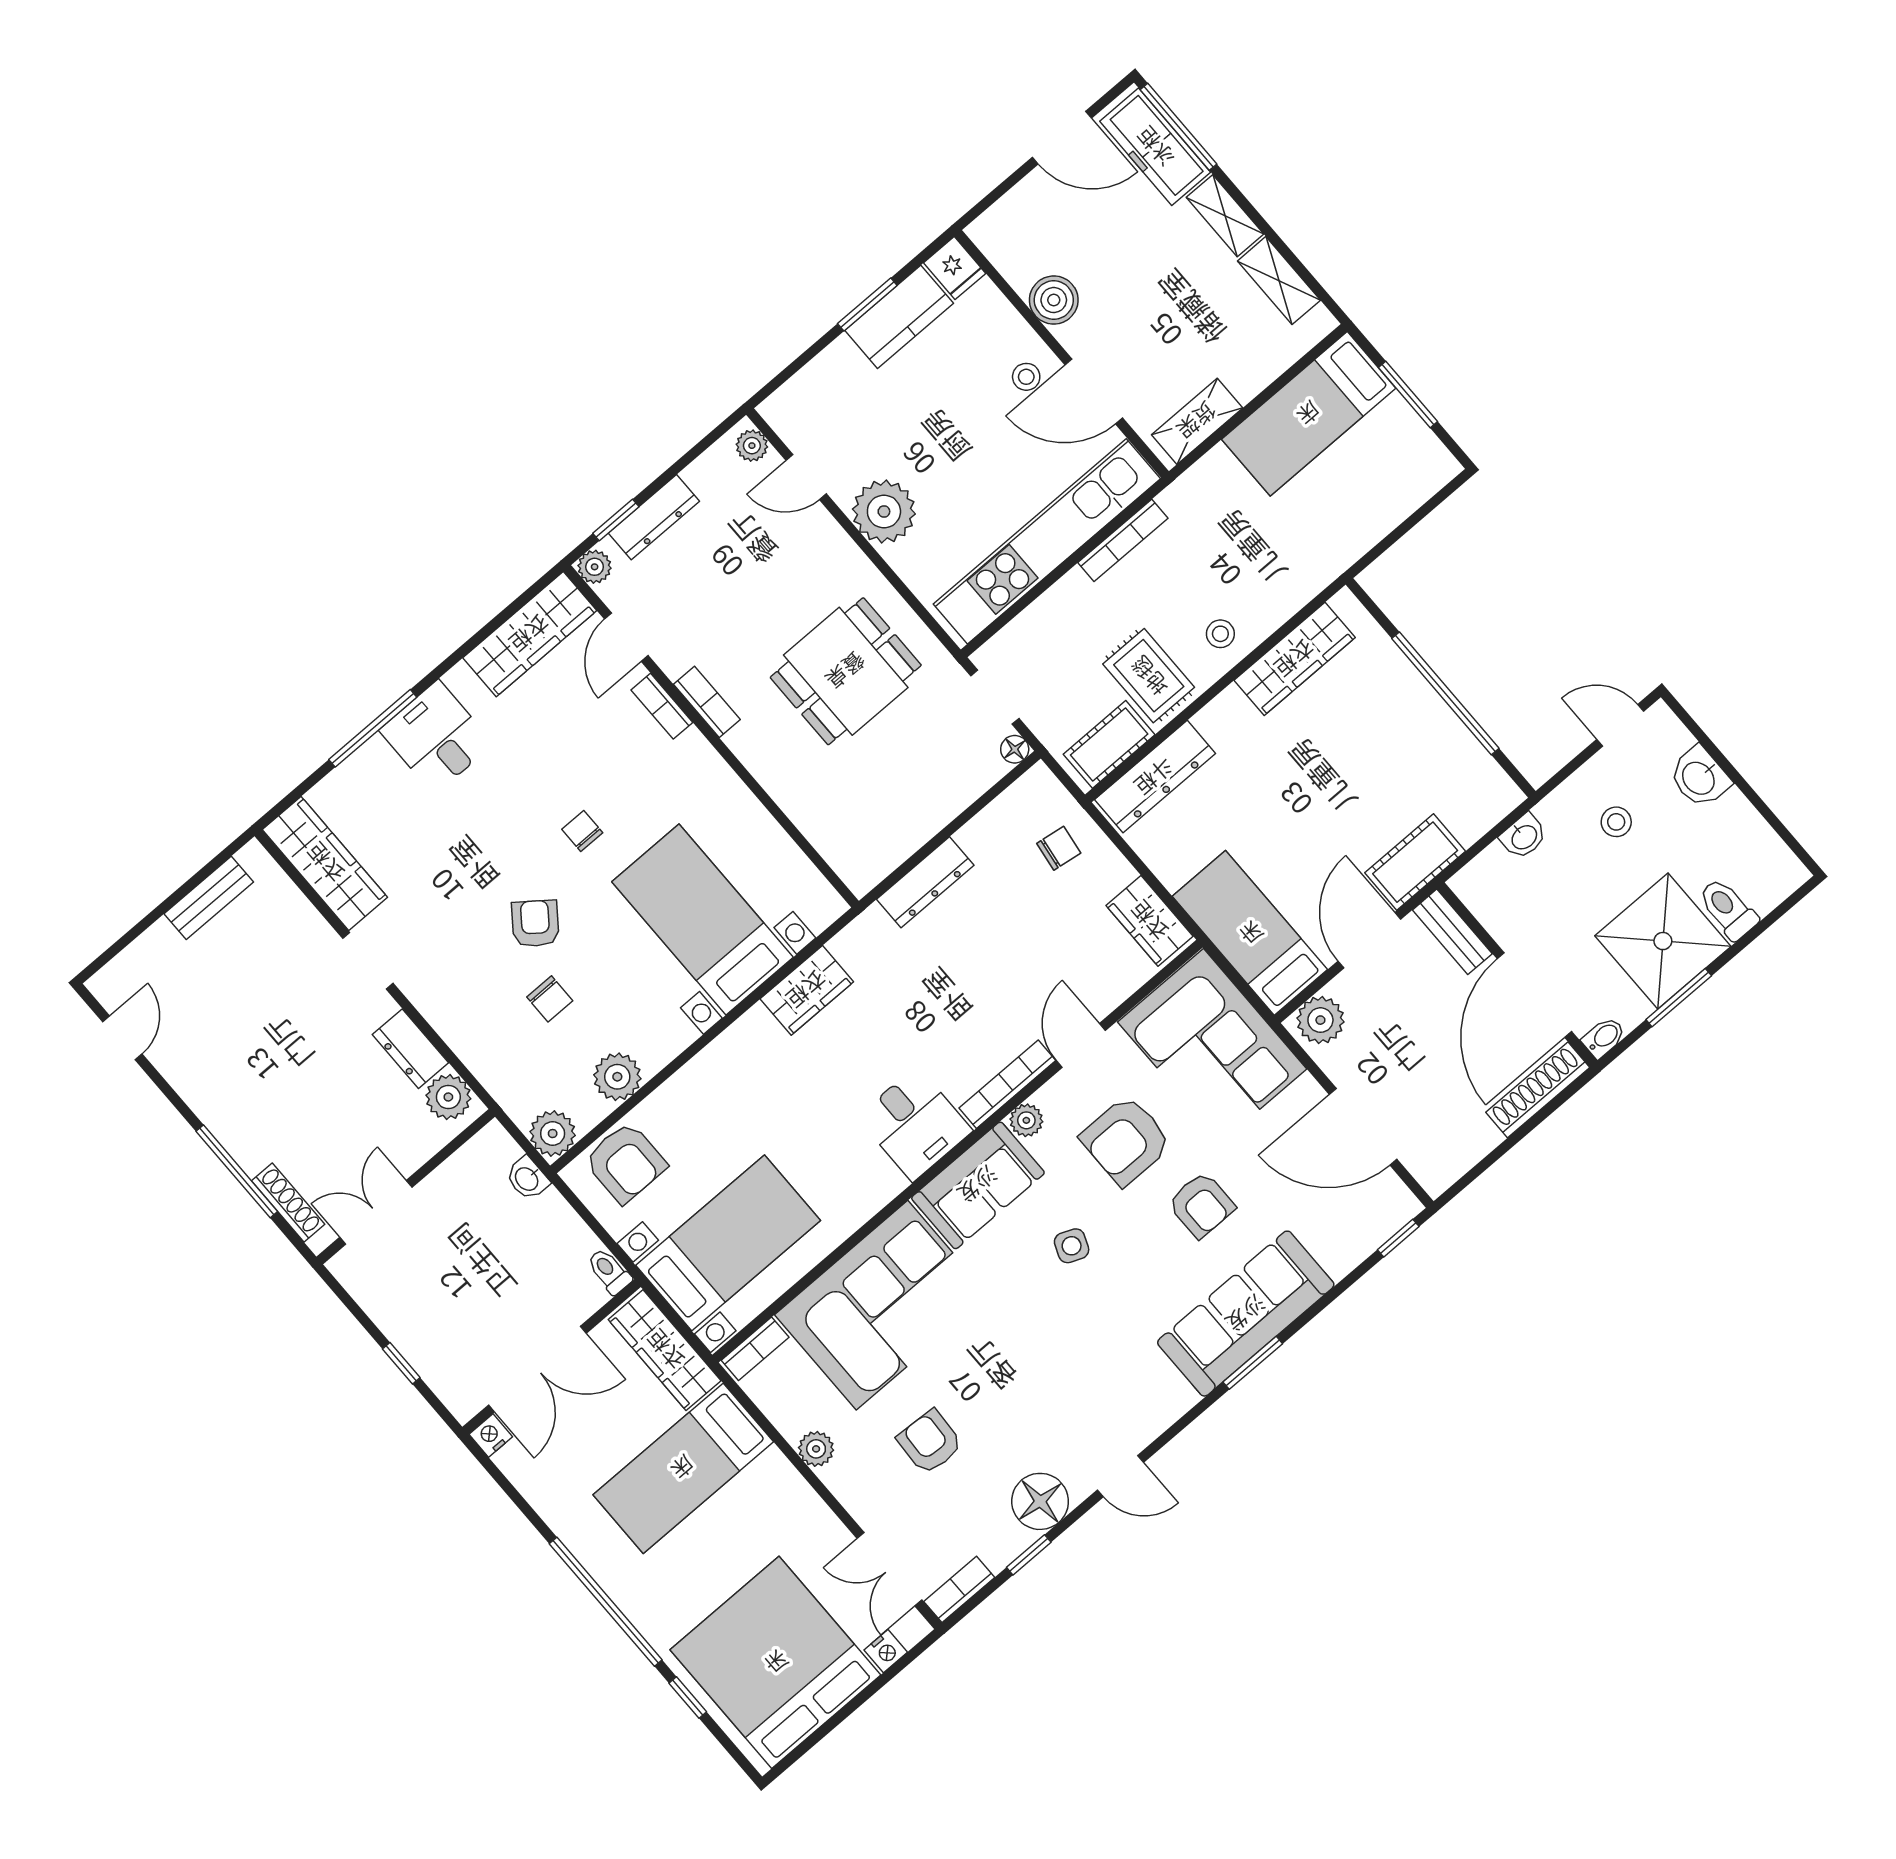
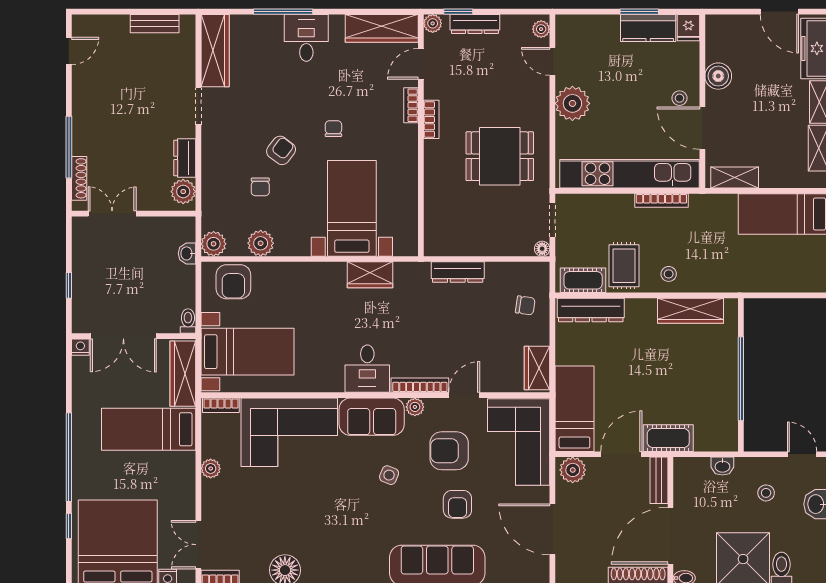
armchair: (930, 1442) -> (260, 506), removed

